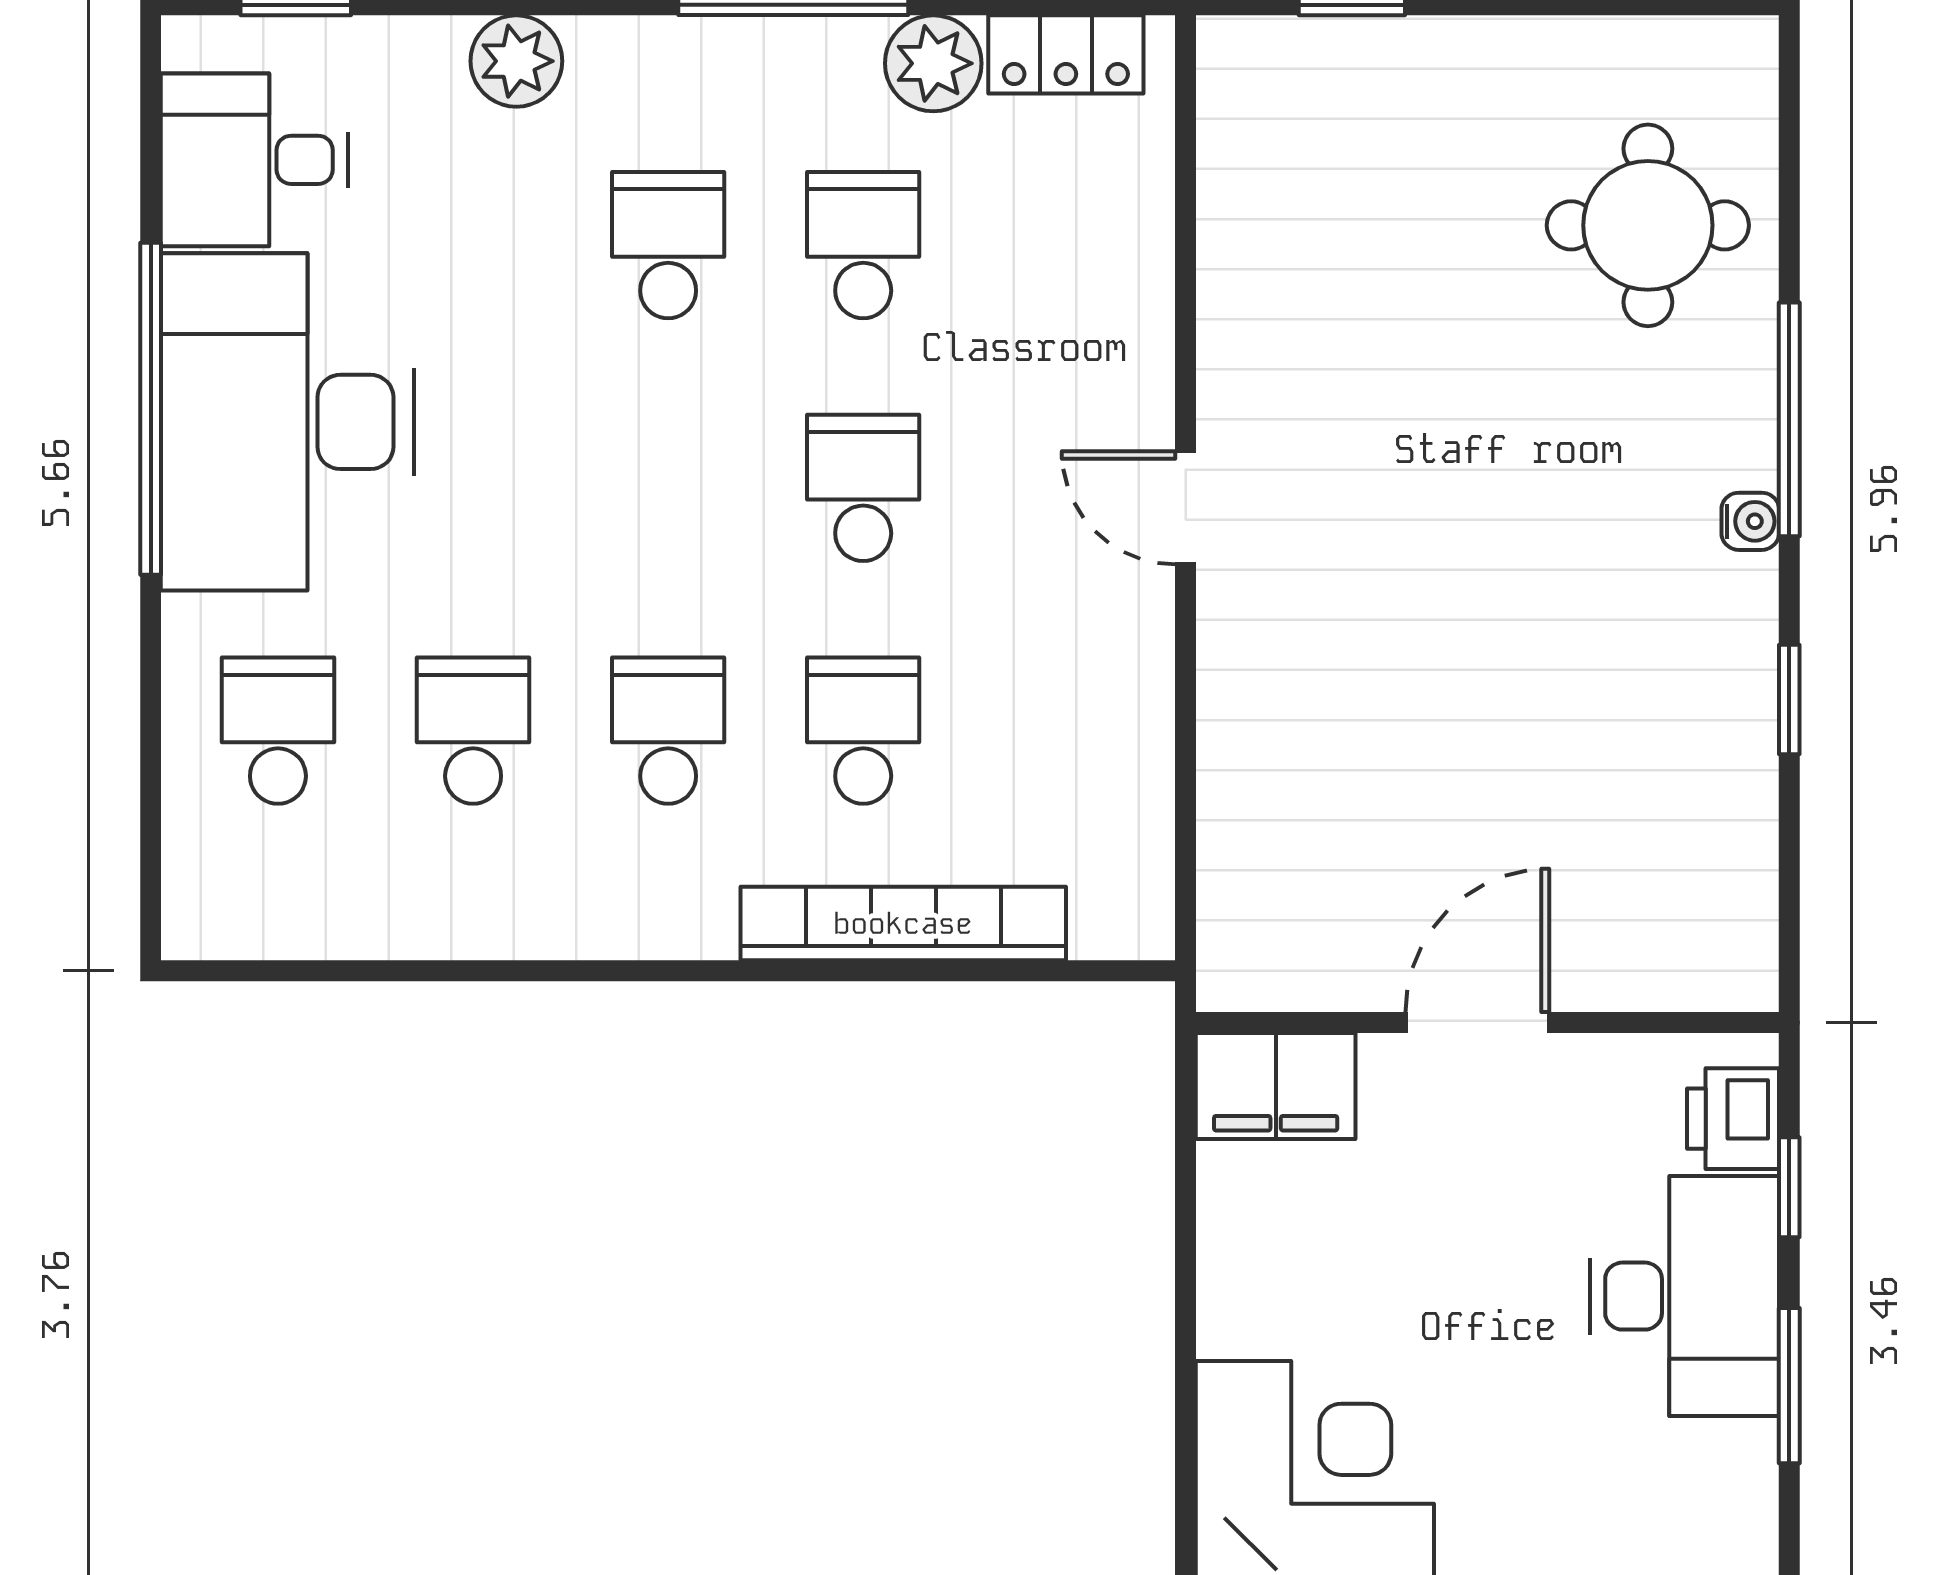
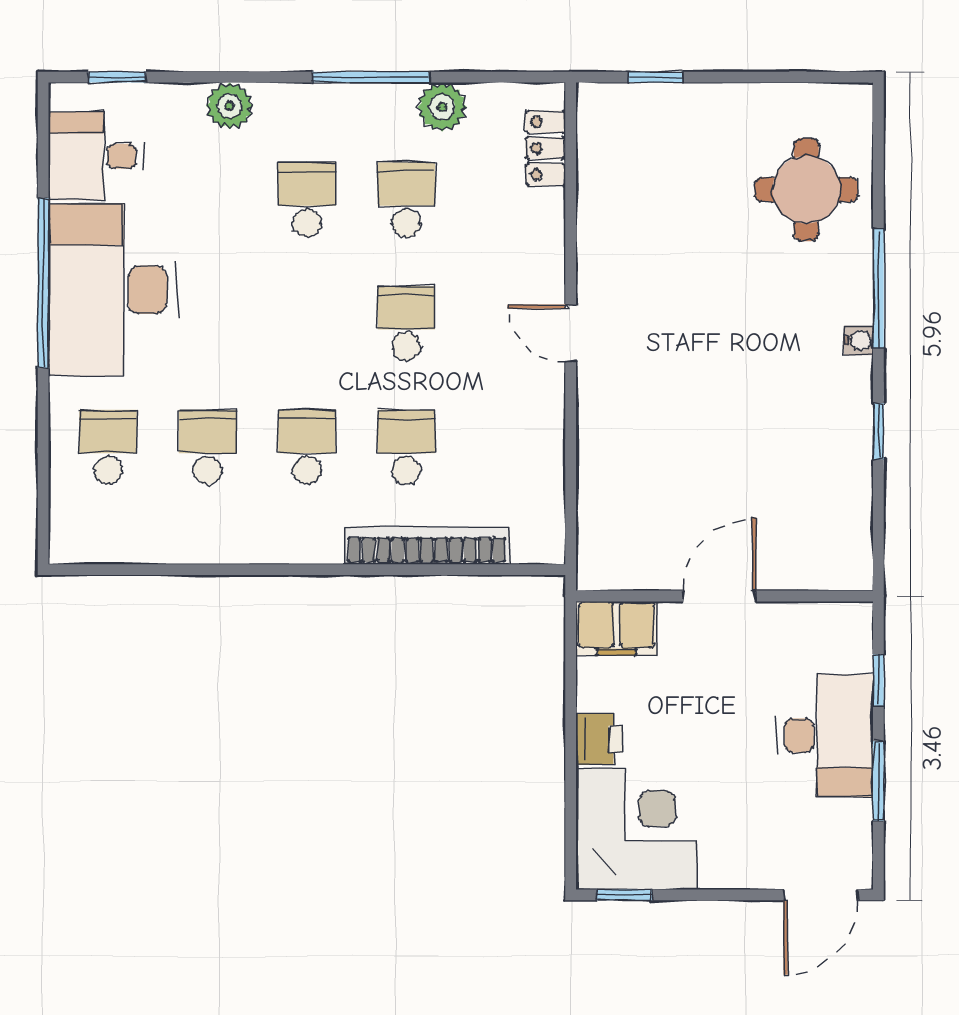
locker: (1066, 54) -> (545, 148), moved, turned 90
printer: (1733, 1119) -> (599, 739), moved, turned 180

